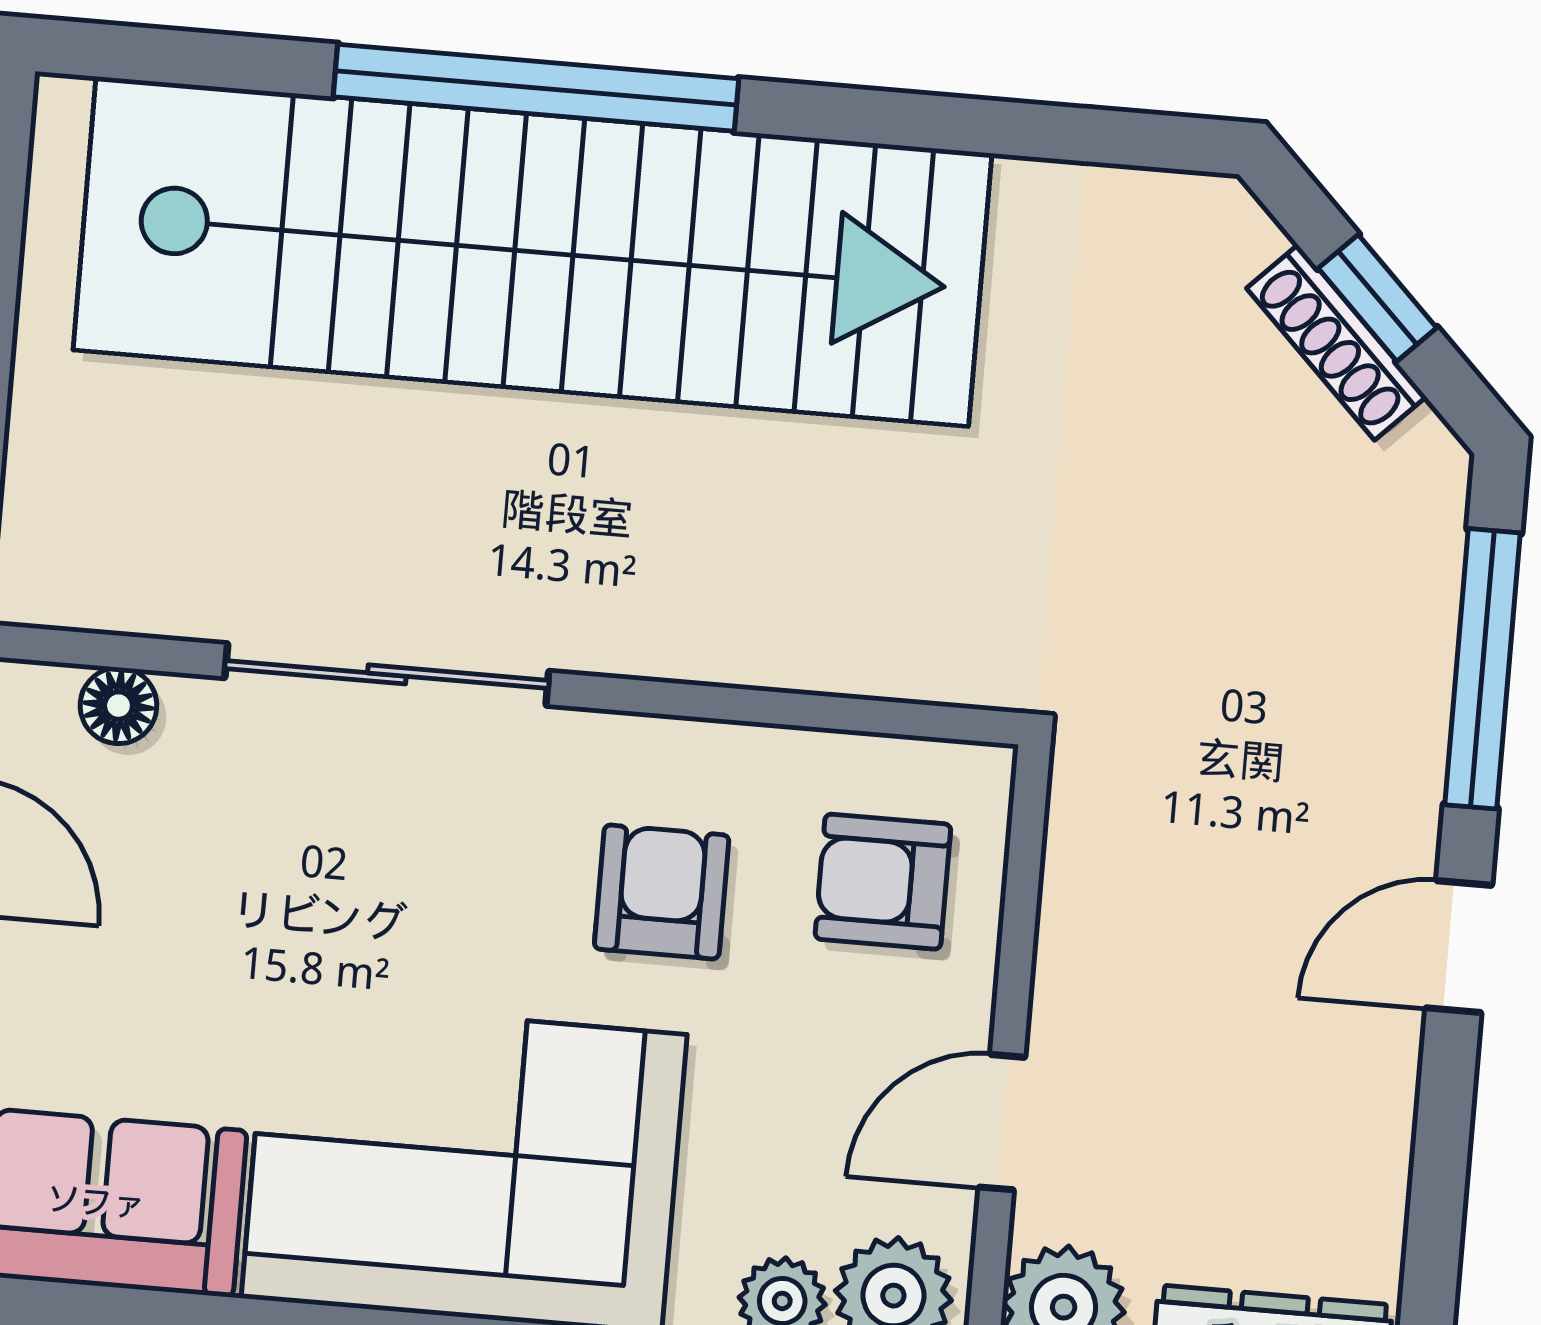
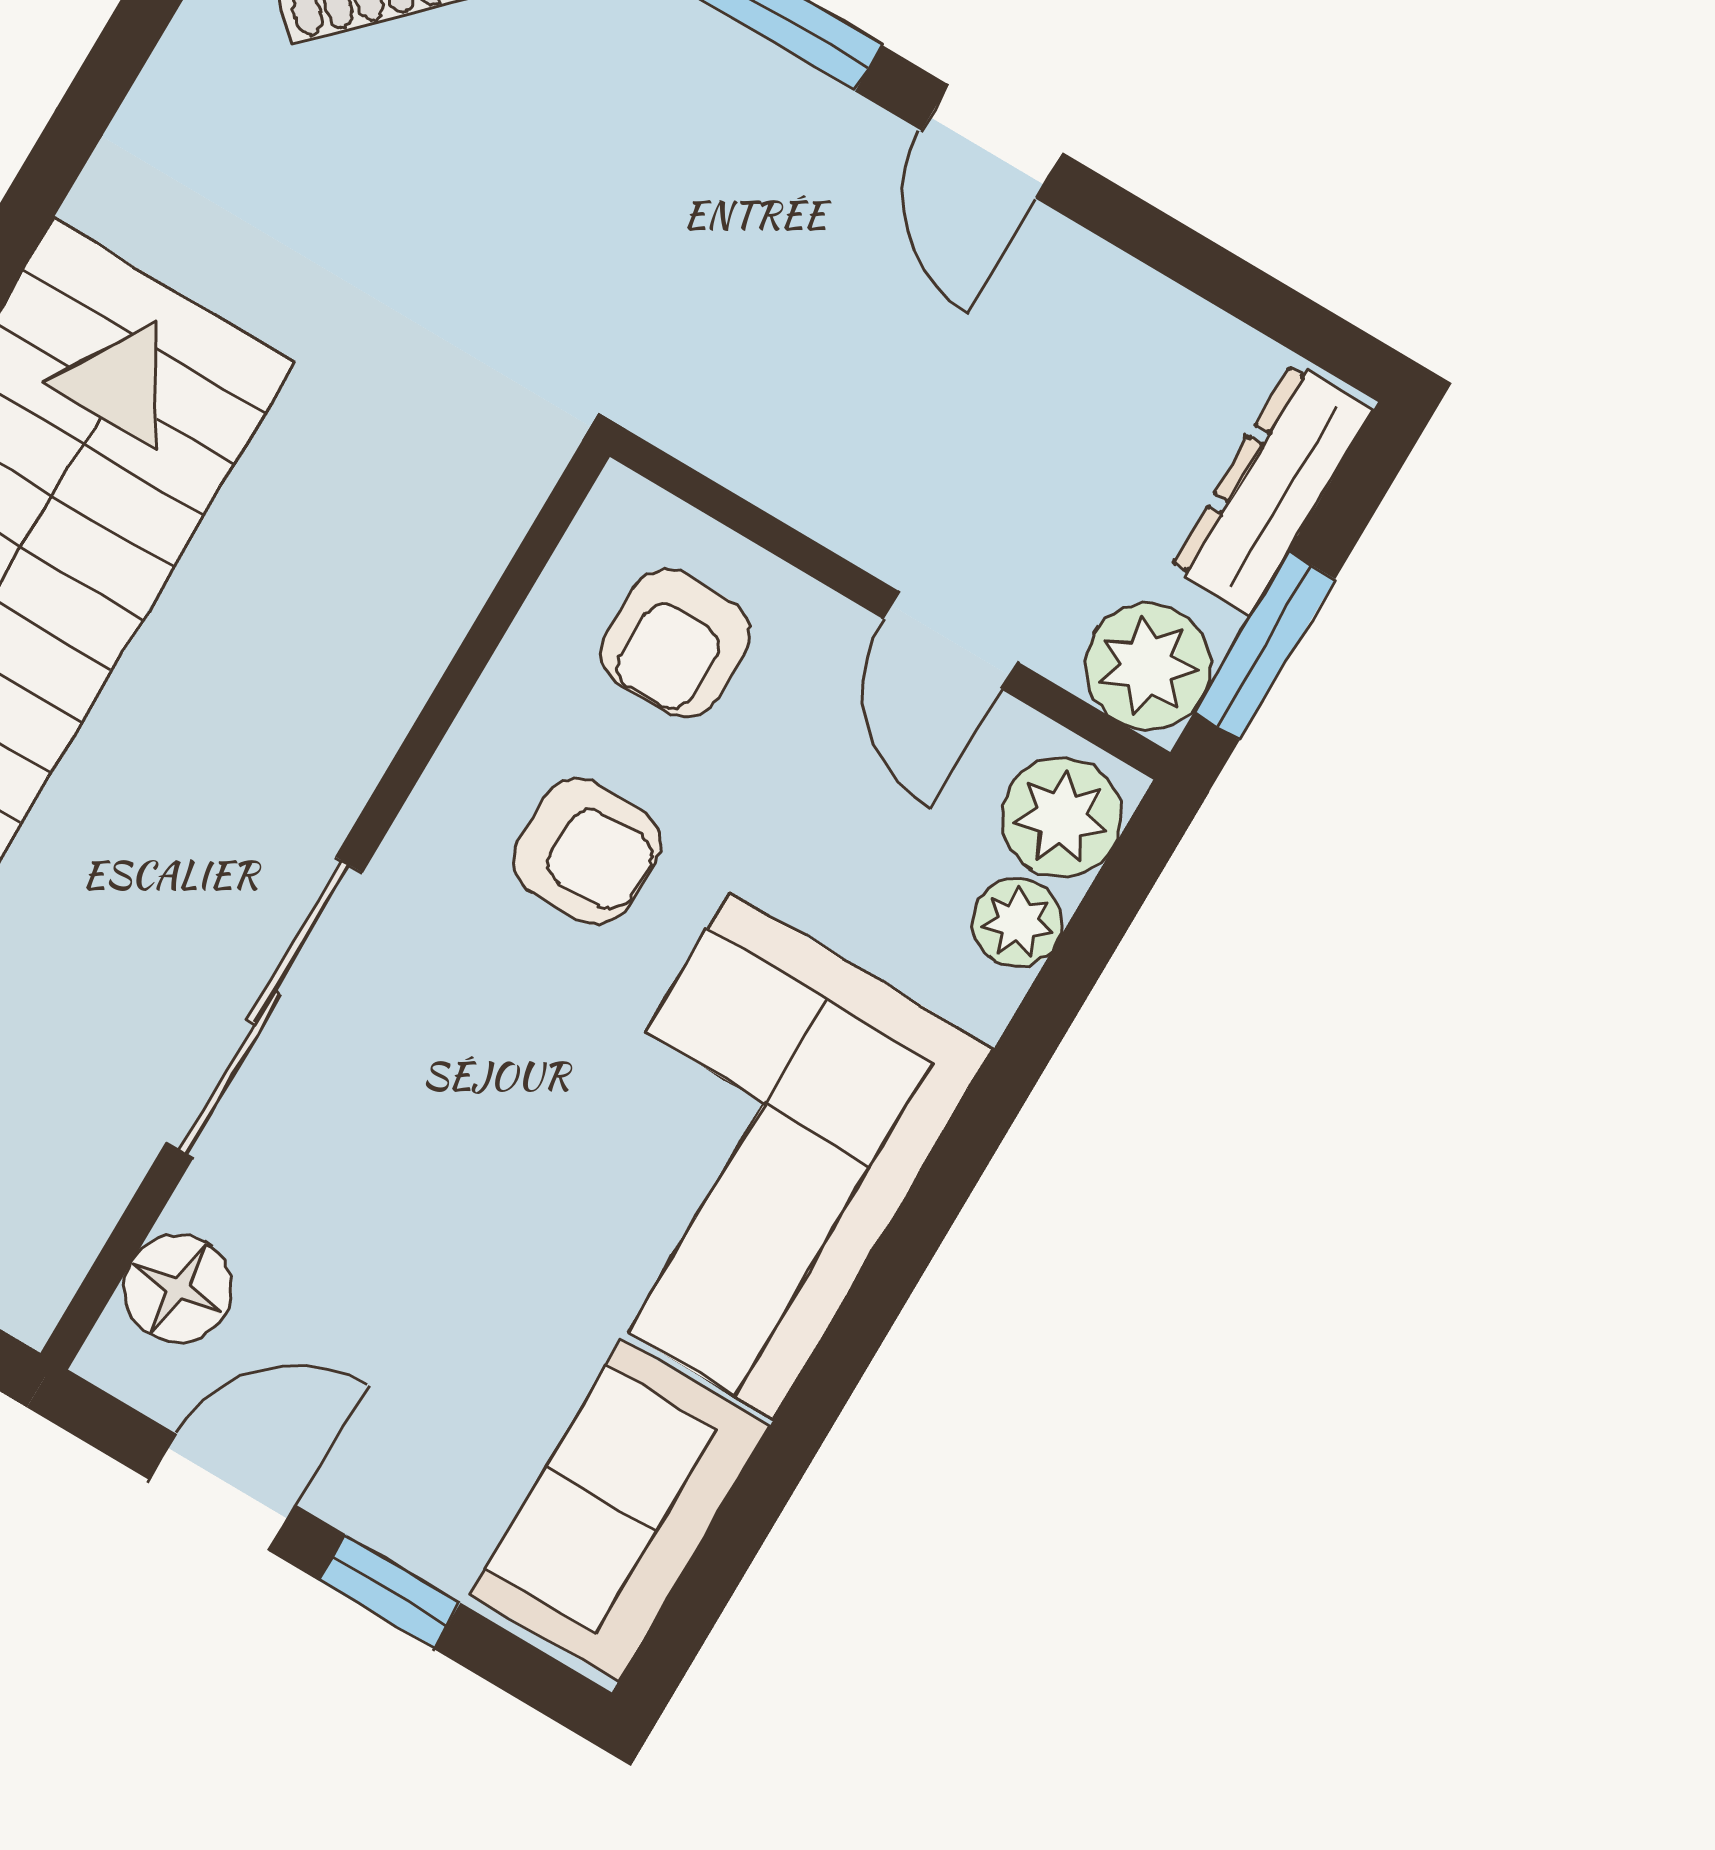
floor lamp: (118, 706) -> (178, 1289), width x1.37, depth x1.37
armchair: (662, 892) -> (587, 851), turned 180

